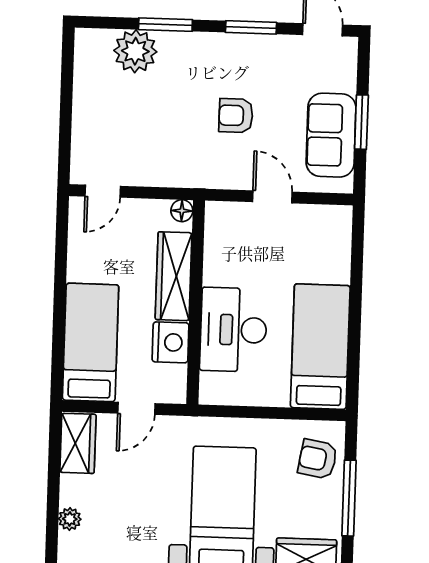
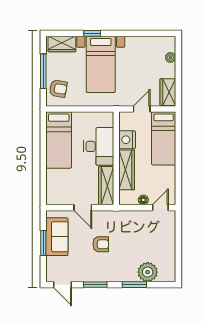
floor lamp: (182, 211) -> (143, 200), moved
wardrobe: (220, 243) -> (106, 186), added

